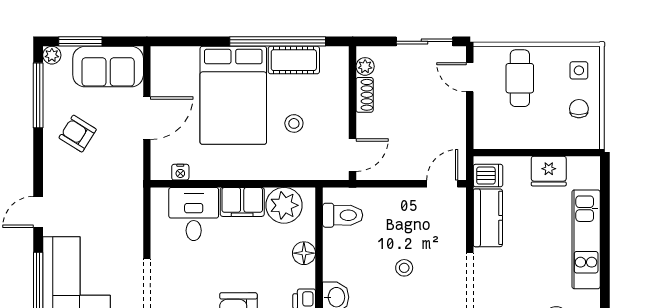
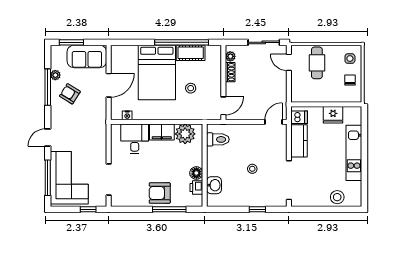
plant: (52, 55) -> (55, 75), moved
window: (38, 95) -> (48, 87), moved
floor lamp: (304, 253) -> (196, 173), moved

